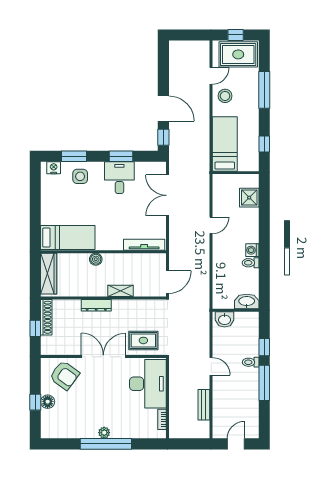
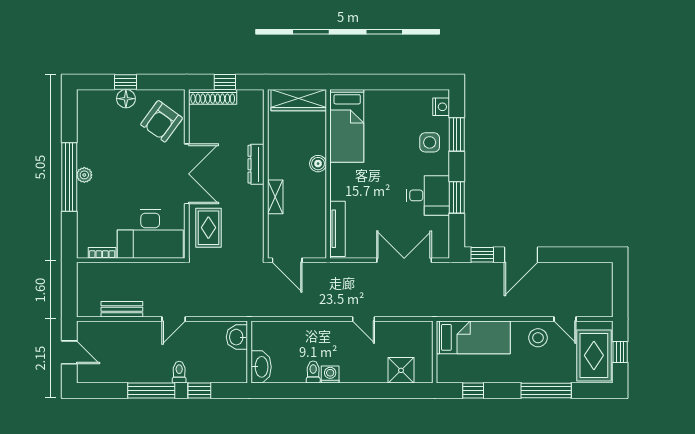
shoe rack: (46, 317) -> (213, 97), moved

